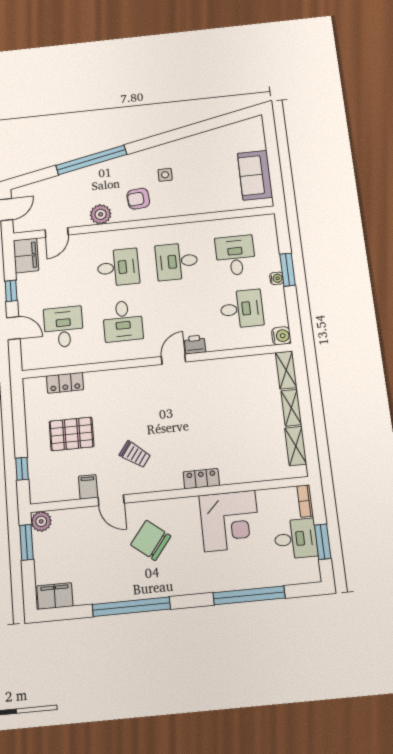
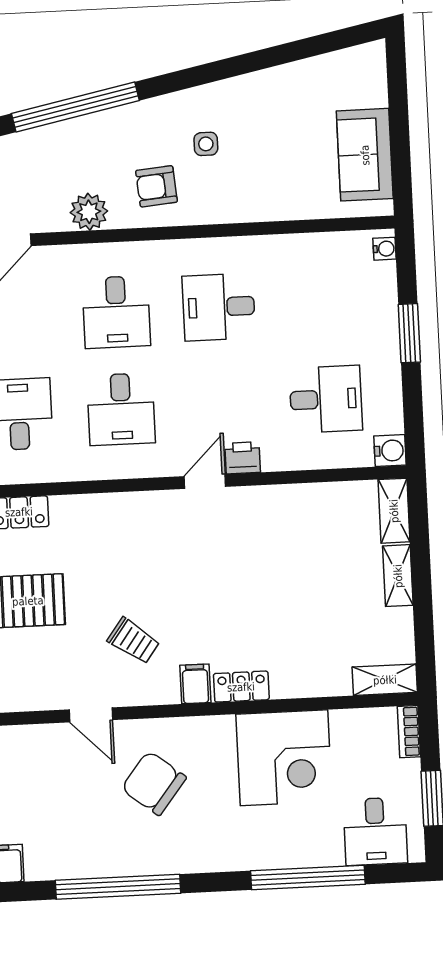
desk: (235, 255) -> (321, 302), removed
desk: (118, 267) -> (116, 312), turned 90
water cooler: (277, 278) -> (384, 249), moved
shelving: (296, 446) -> (385, 680), moved, turned 90
filing cabinet: (88, 487) -> (195, 684), moved
desk: (296, 539) -> (375, 831), moved, turned 90

